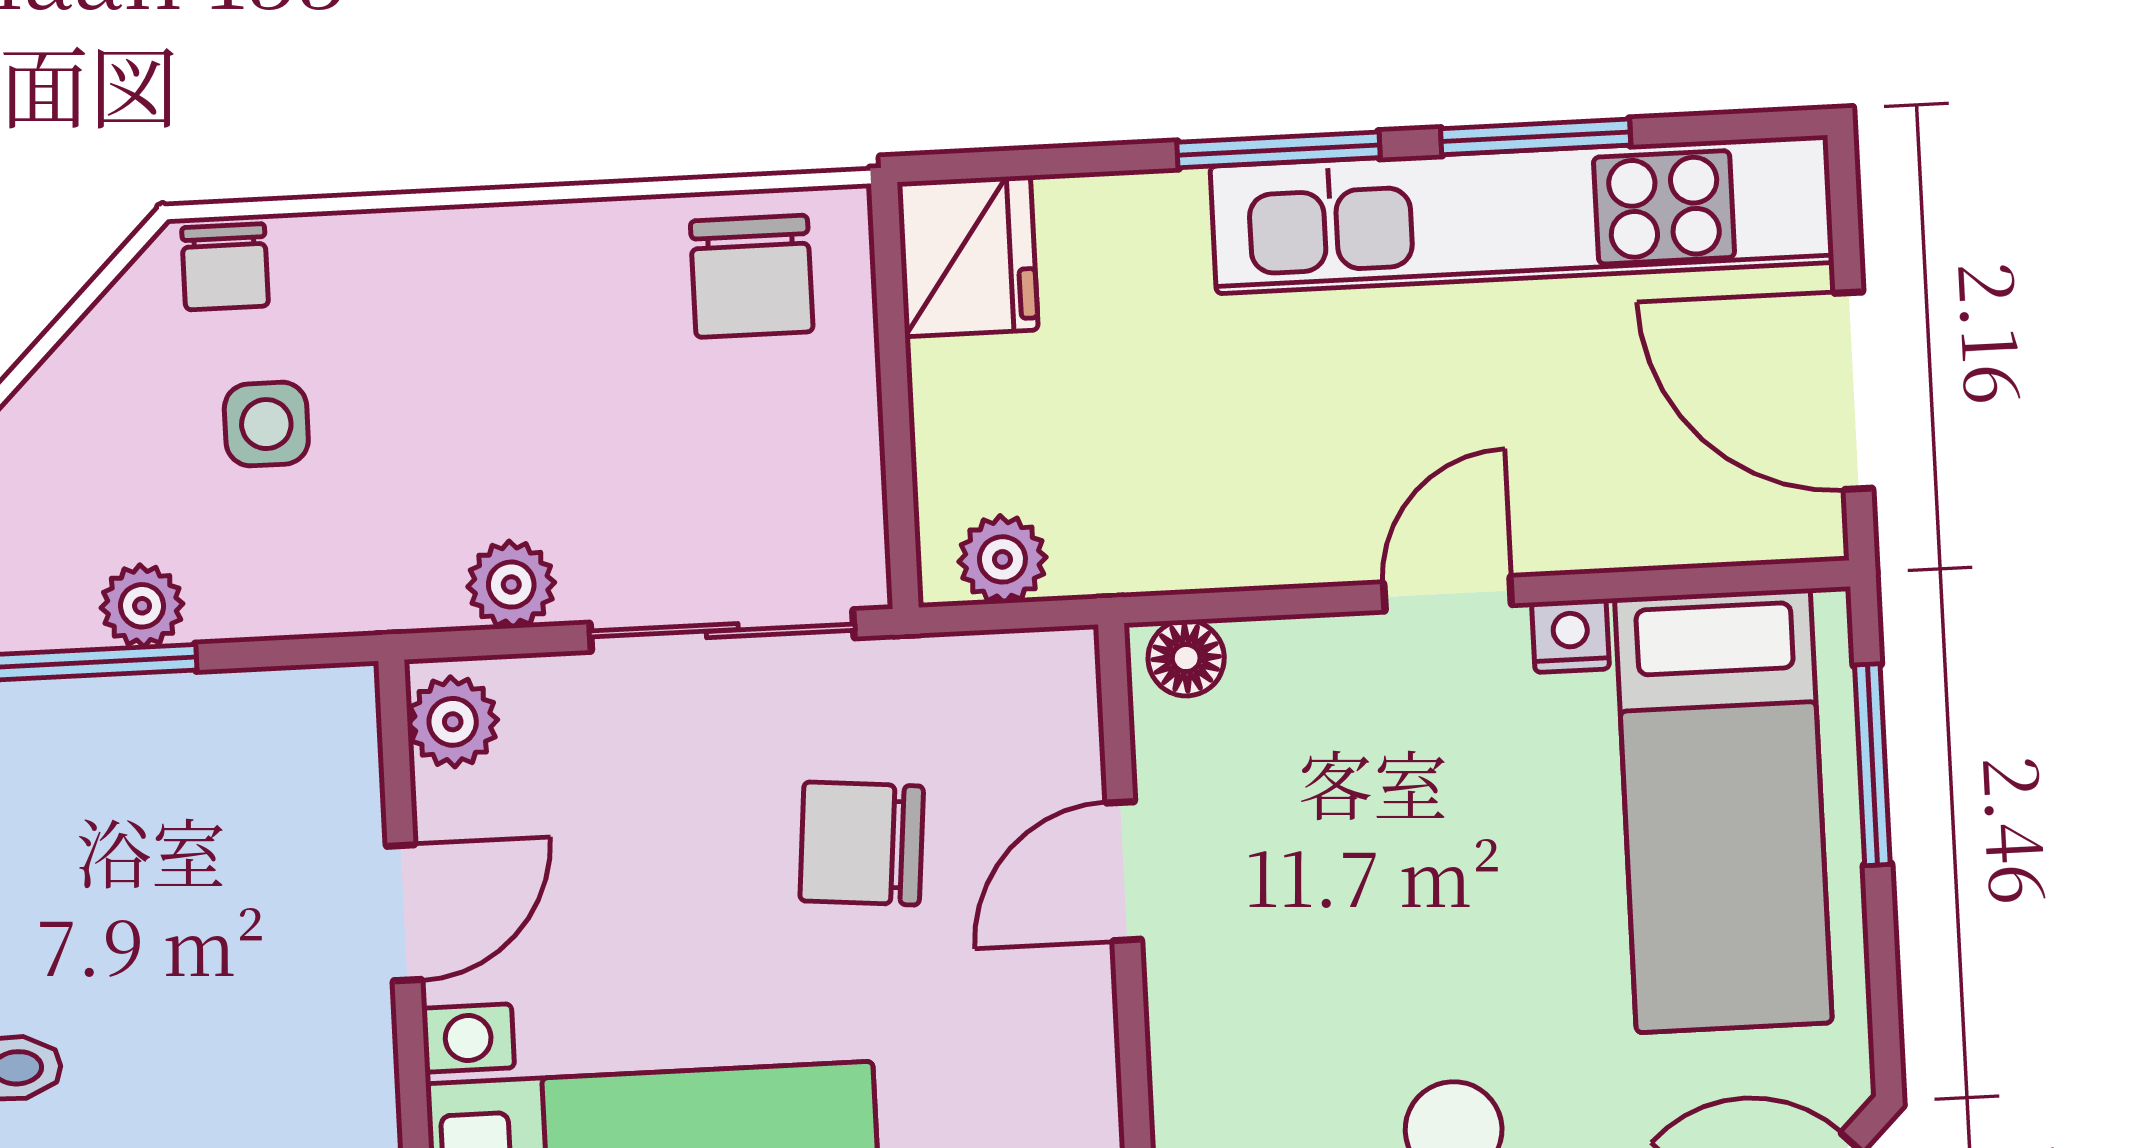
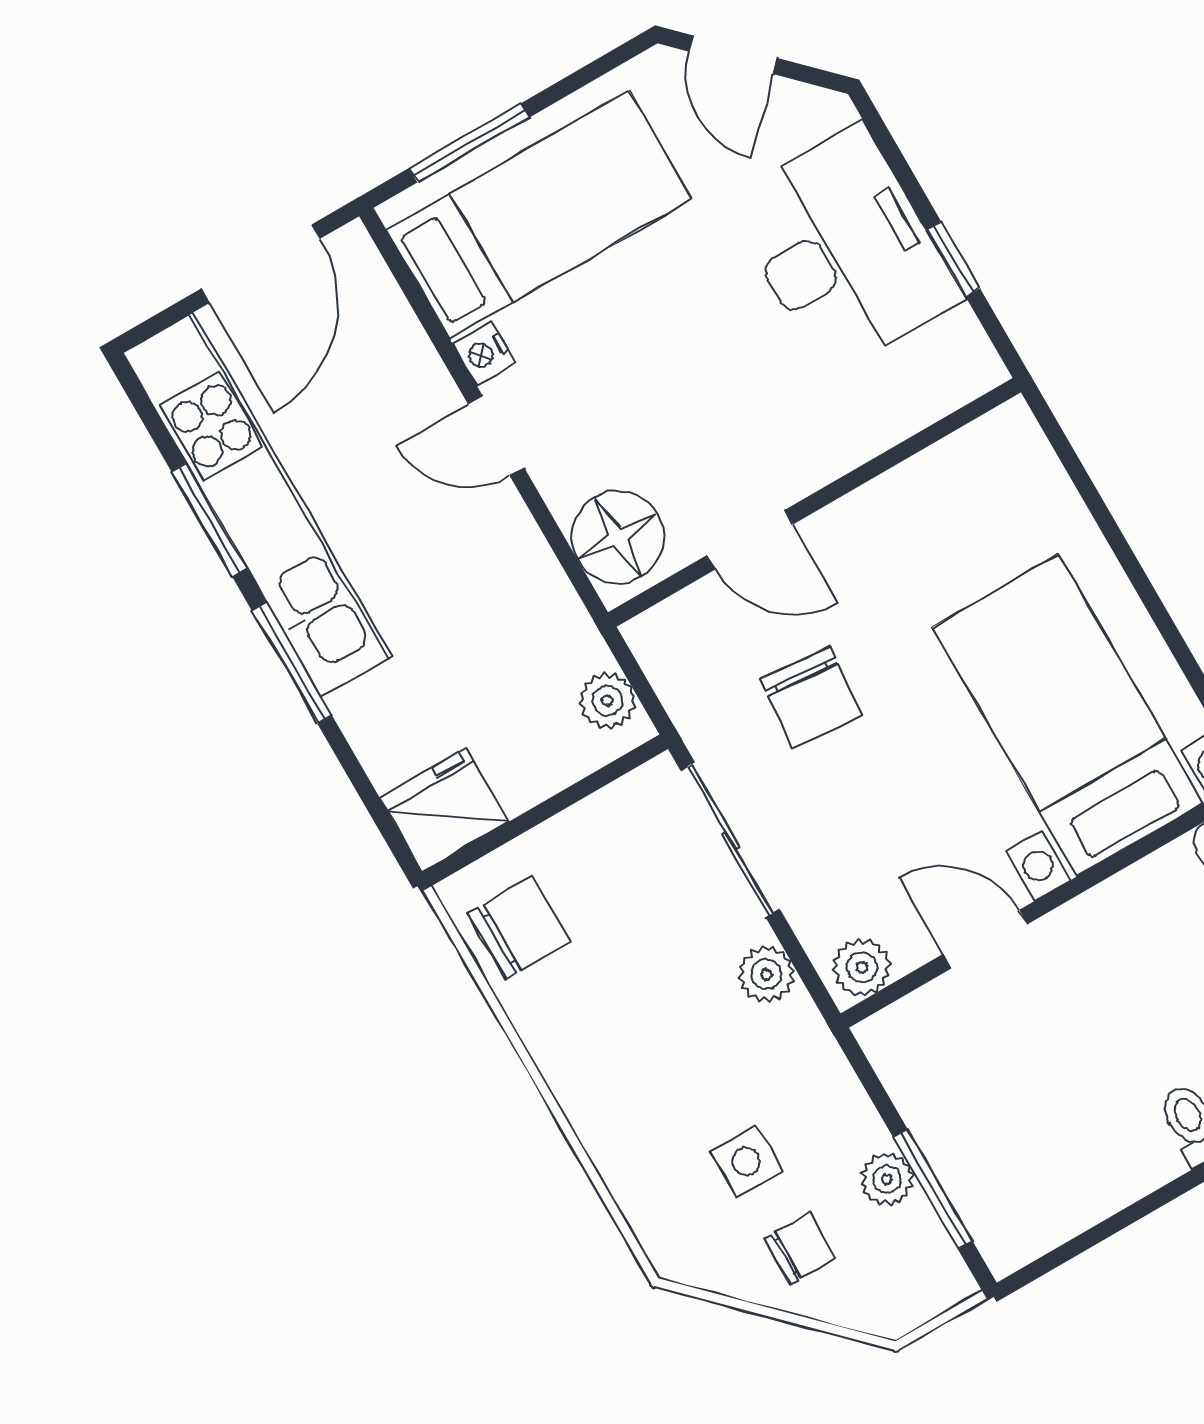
chair: (225, 267) -> (800, 1248), moved
floor lamp: (1186, 658) -> (618, 537), width x1.89, depth x1.89

